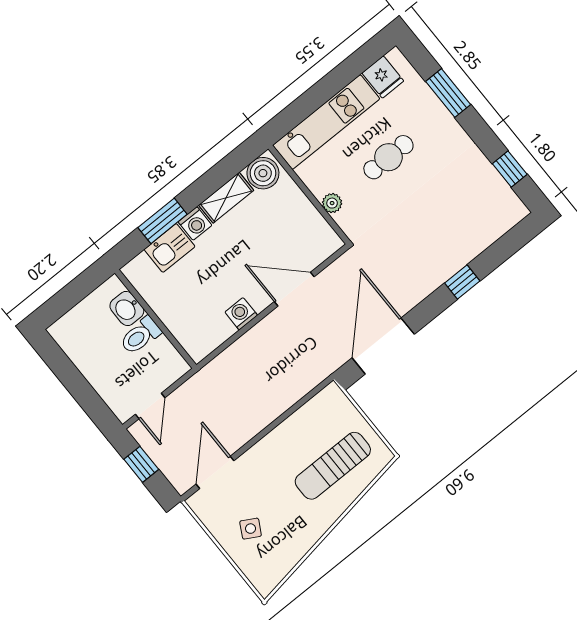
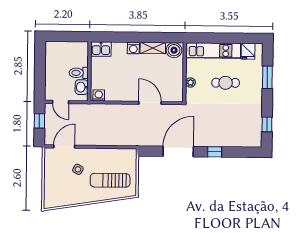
window: (163, 221) -> (122, 37), removed
kitchen sink: (170, 248) -> (101, 49), moved
washbasin: (127, 308) -> (82, 87), moved
washing machine: (241, 314) -> (99, 95), moved
door: (383, 346) -> (178, 151), moved
door: (150, 406) -> (61, 102), hinge flipped
side table: (251, 529) -> (78, 169), moved

